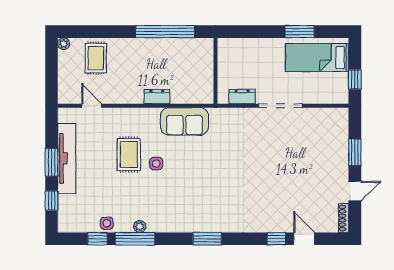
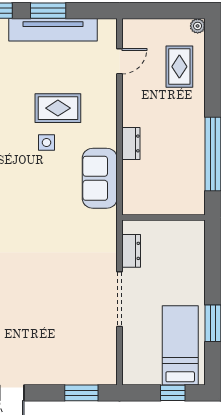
rug: (96, 58) -> (179, 67), turned 90
window: (355, 79) -> (173, 393), moved
window: (355, 152) -> (81, 393), moved

